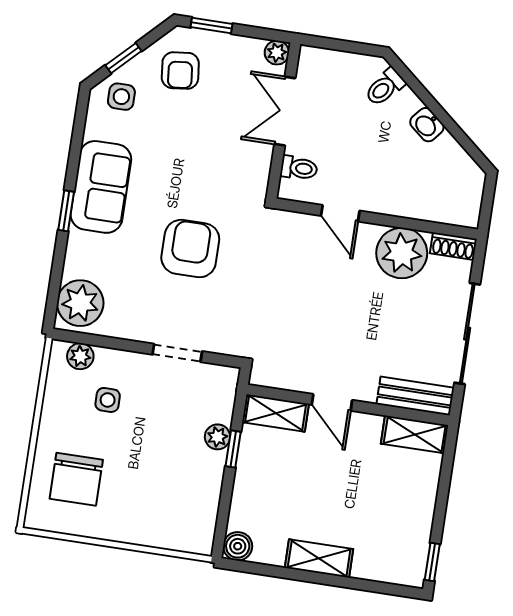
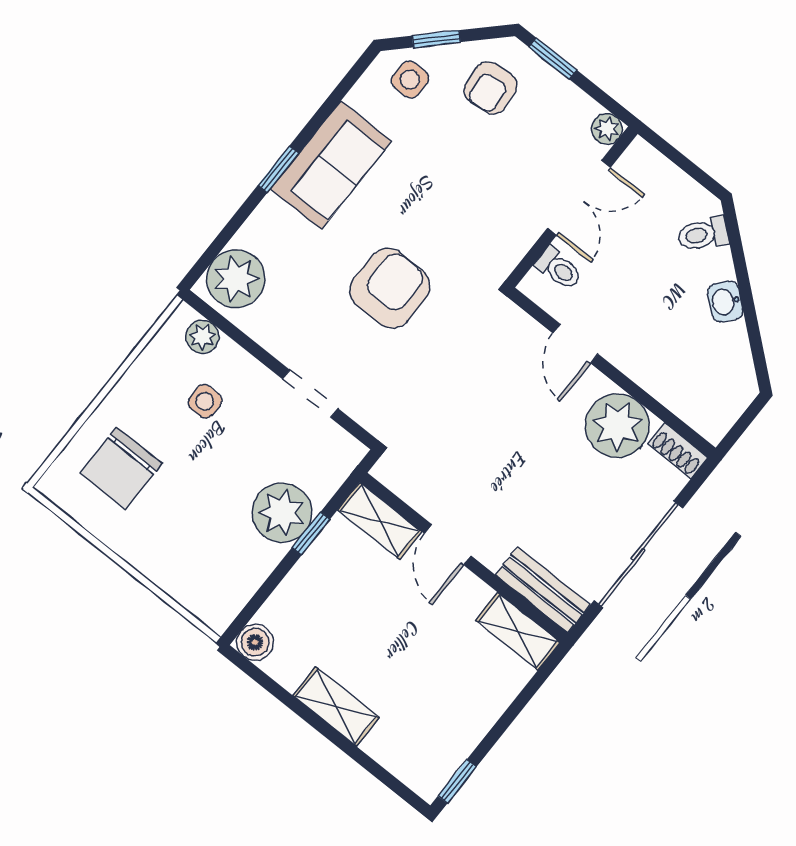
double door: (285, 111) -> (579, 198), swing flipped
plant: (217, 437) -> (282, 513), width x1.87, depth x1.87

